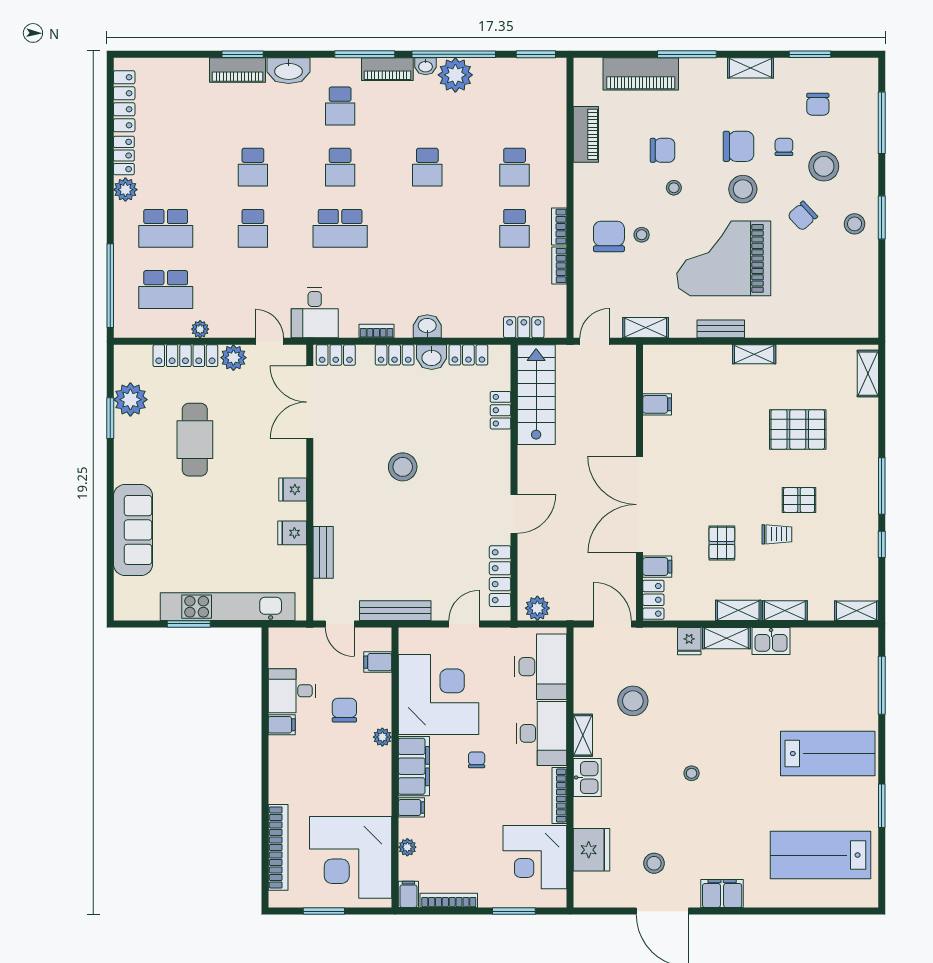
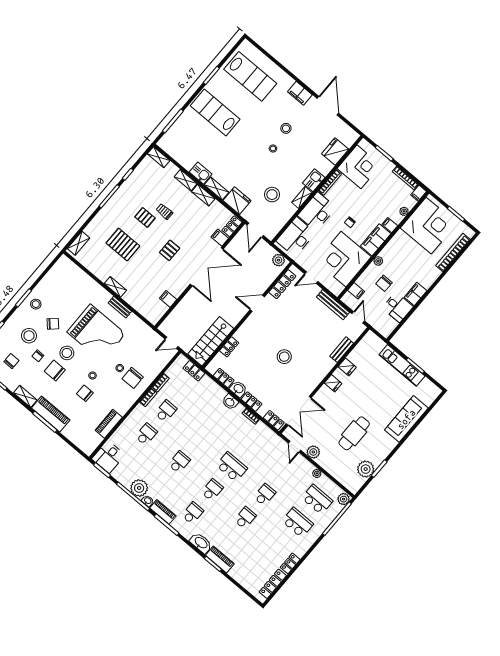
piano: (641, 74) -> (51, 414), moved
plant: (125, 190) -> (344, 499), moved
desk: (315, 313) -> (108, 457), moved, turned 180
shelving: (646, 328) -> (148, 332), removed
locker: (185, 356) -> (331, 468), removed
pallet: (722, 543) -> (170, 250), moved
kitchen unit: (228, 607) -> (402, 365), width x0.73
fridge: (689, 641) -> (237, 201), width x1.88, depth x1.34
filing cabinet: (282, 725) -> (416, 294), width x2.00
stool: (654, 863) -> (286, 128), moved

